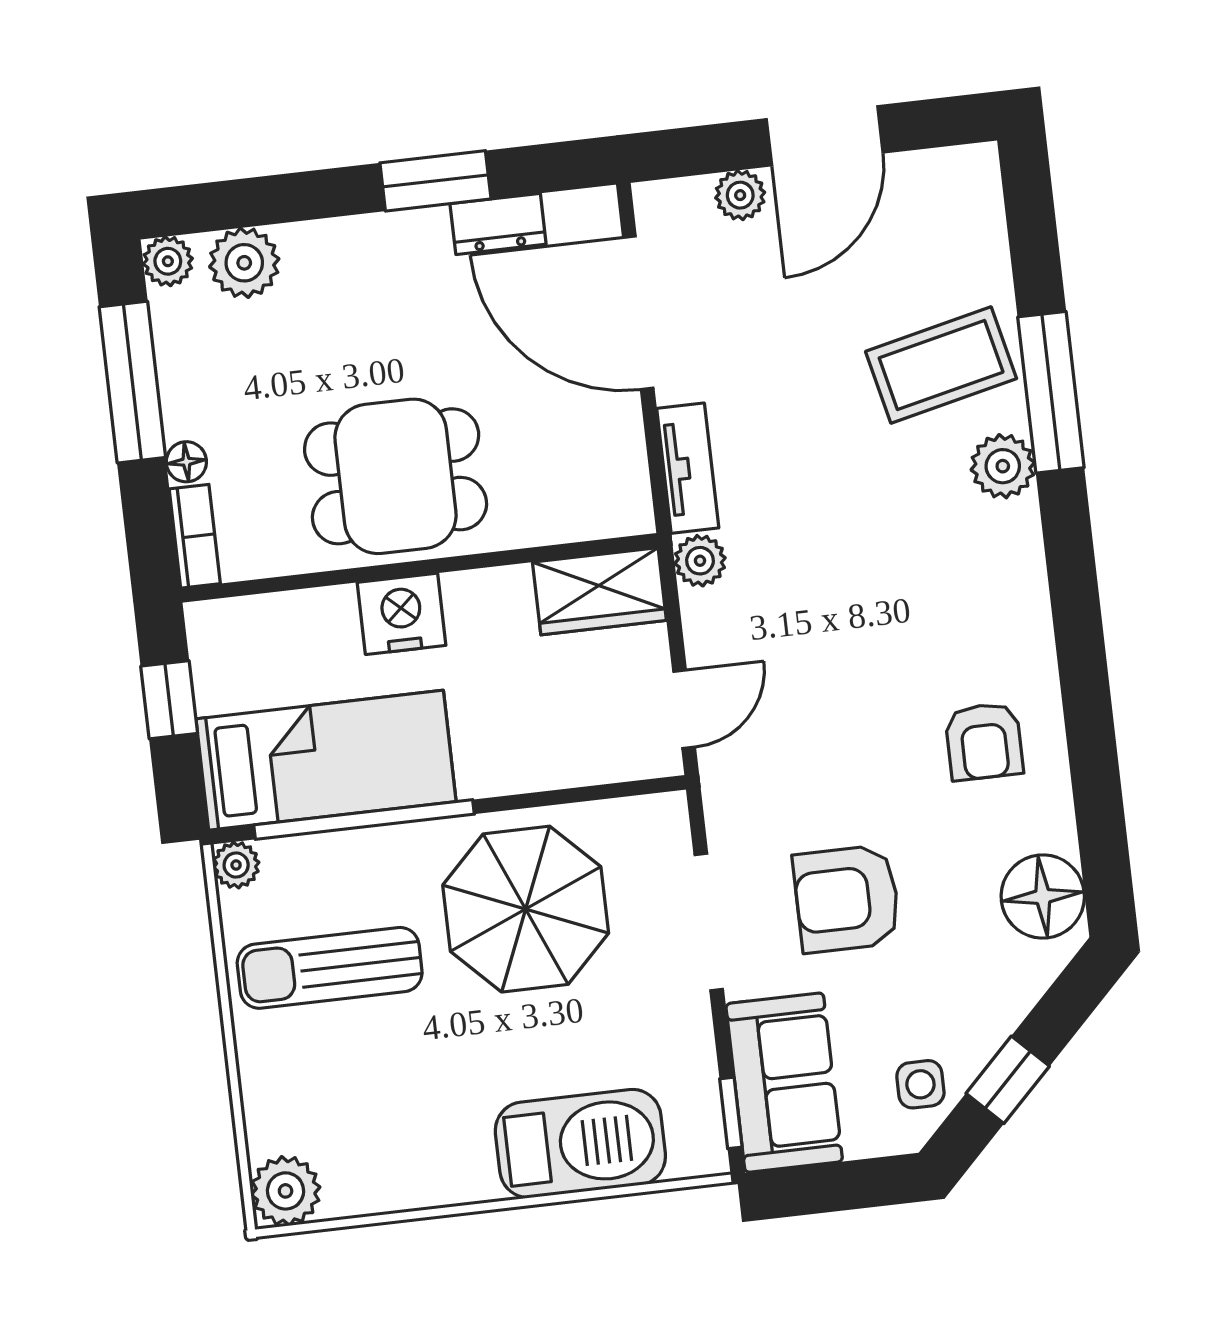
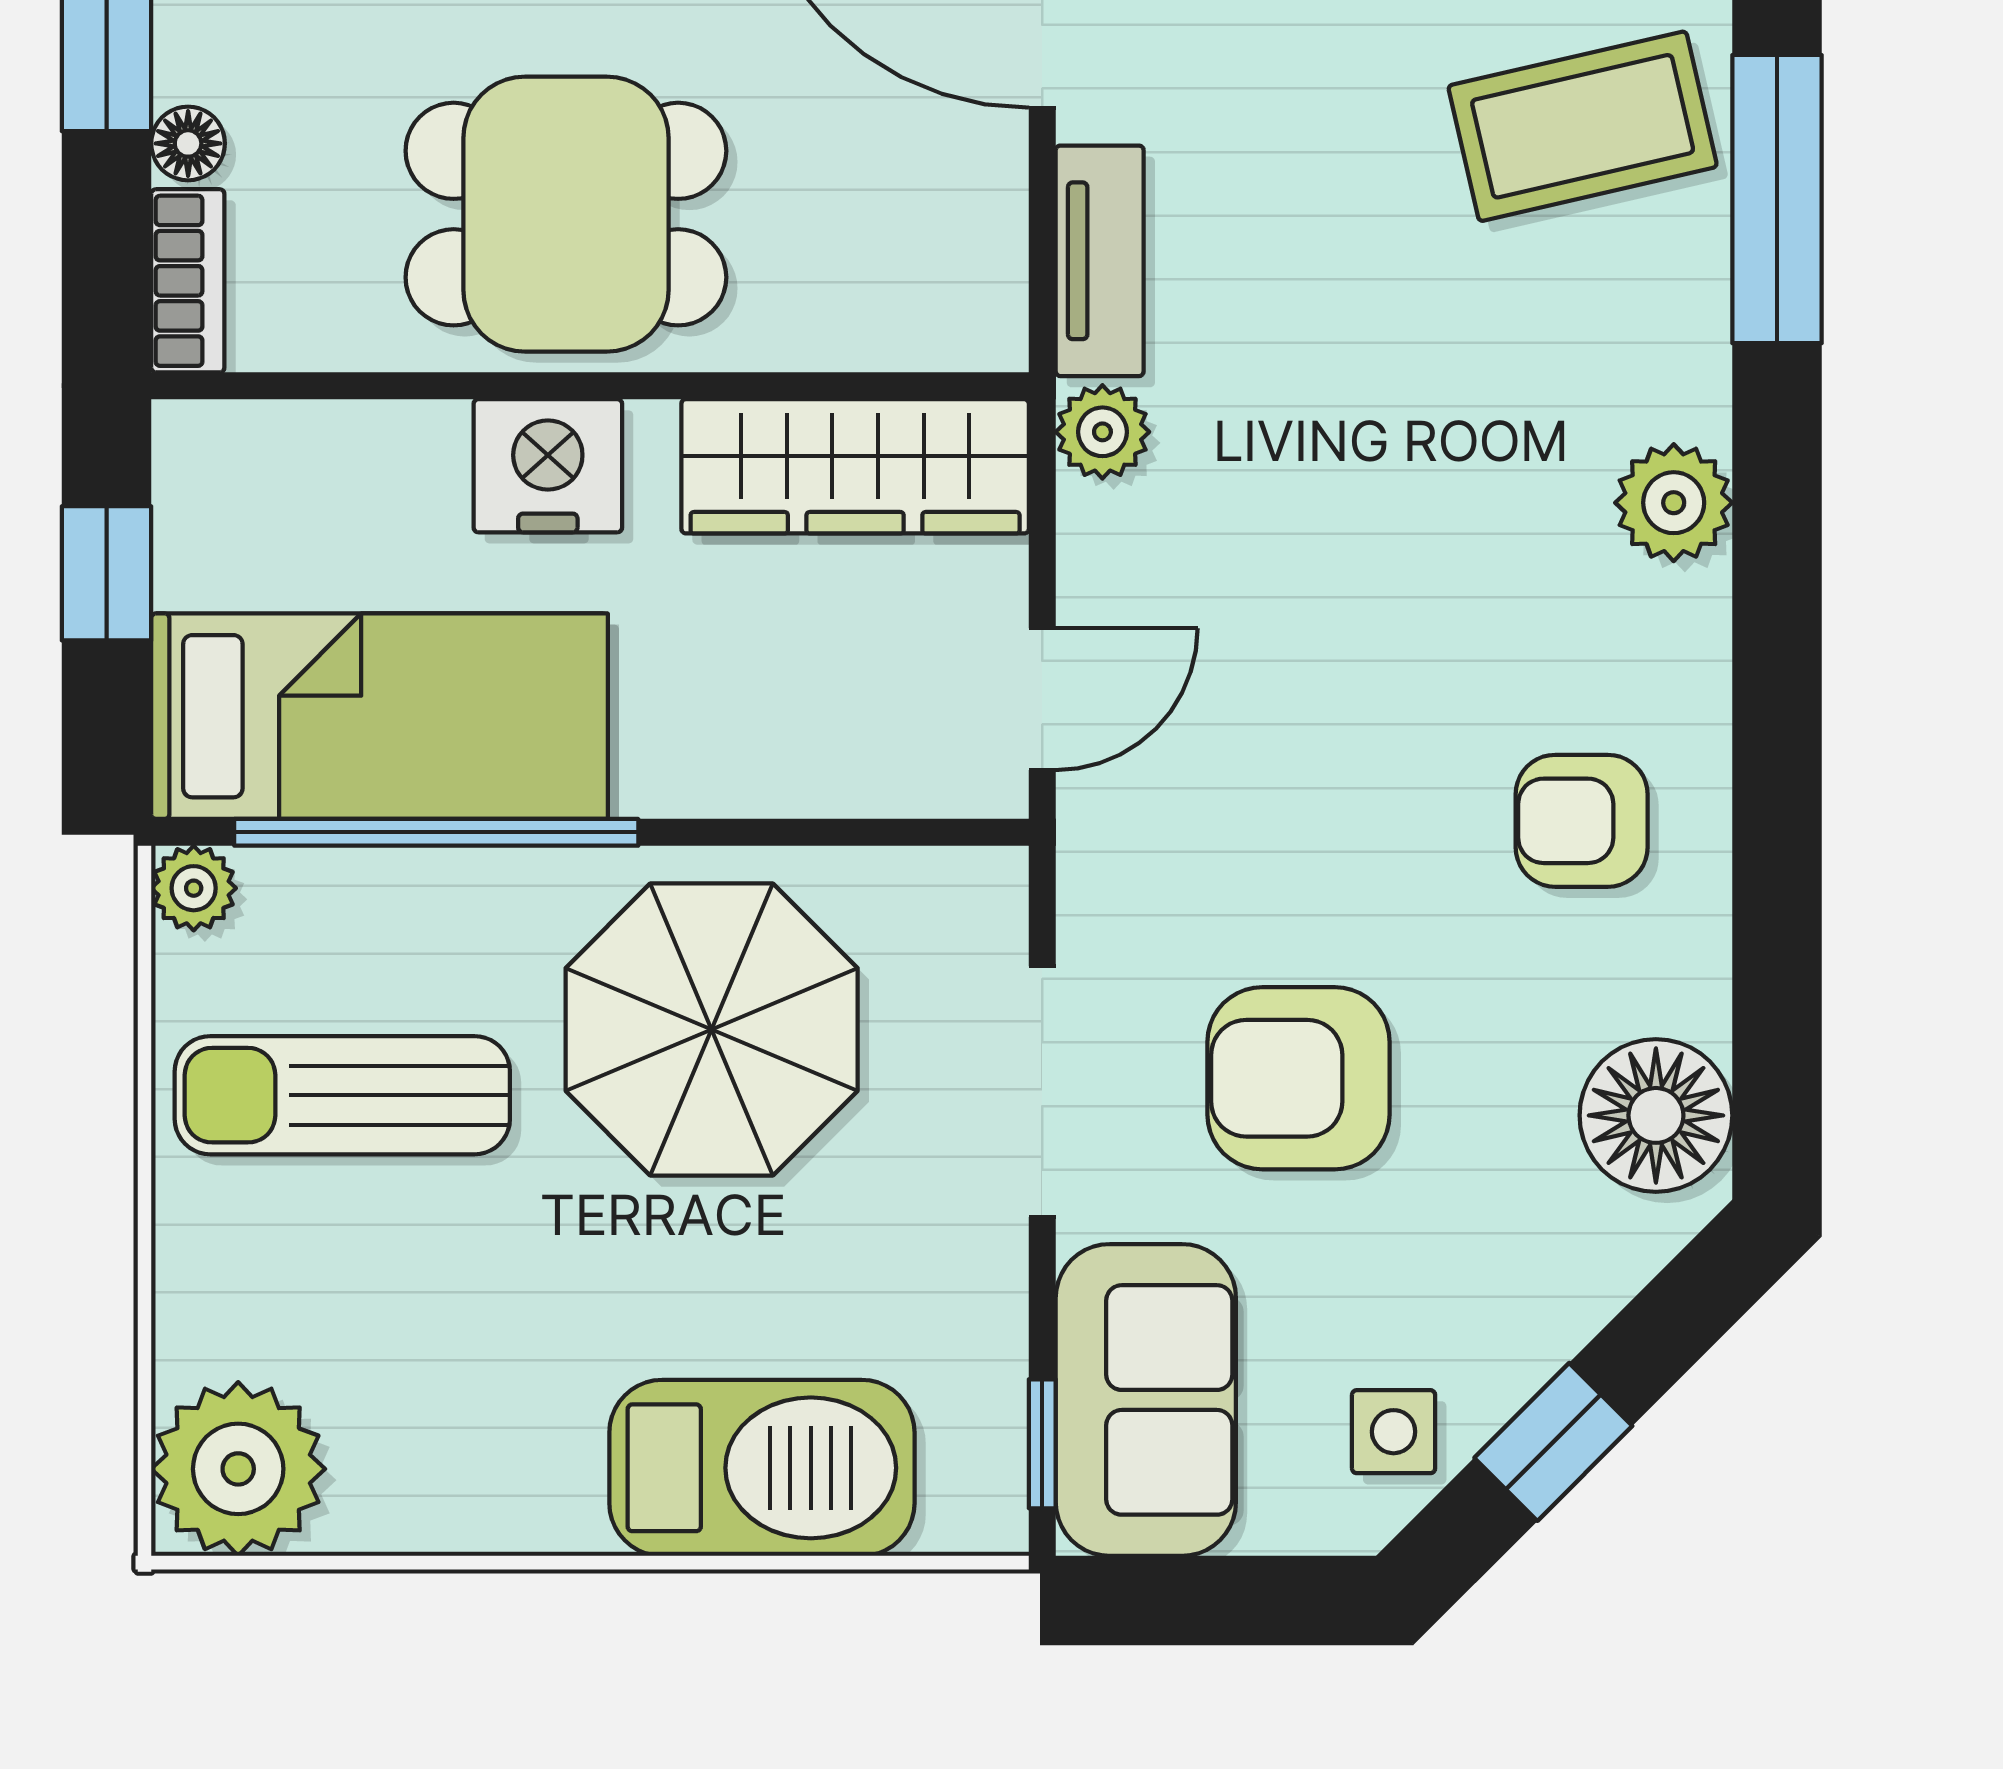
plant: (1003, 466) -> (1674, 503), moved
wardrobe: (599, 591) -> (855, 466), width x1.50
armchair: (984, 741) -> (1582, 821), turned 90
plant: (286, 1191) -> (238, 1469), width x1.36, depth x1.36

